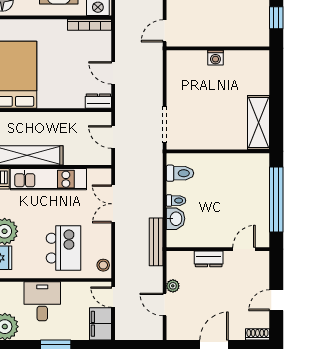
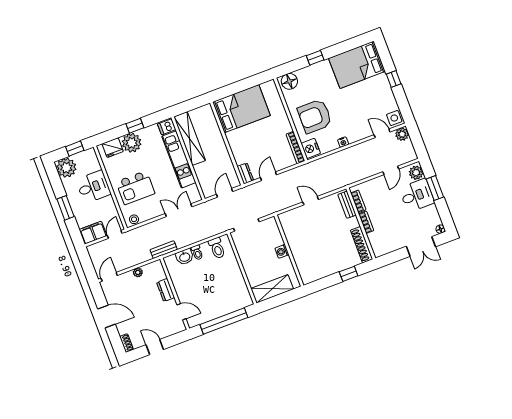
wall: (218, 48) -> (289, 251), moved
washing machine: (215, 58) -> (282, 251), moved
bench: (156, 242) -> (164, 250), width x0.73
door: (165, 305) -> (109, 277), moved

